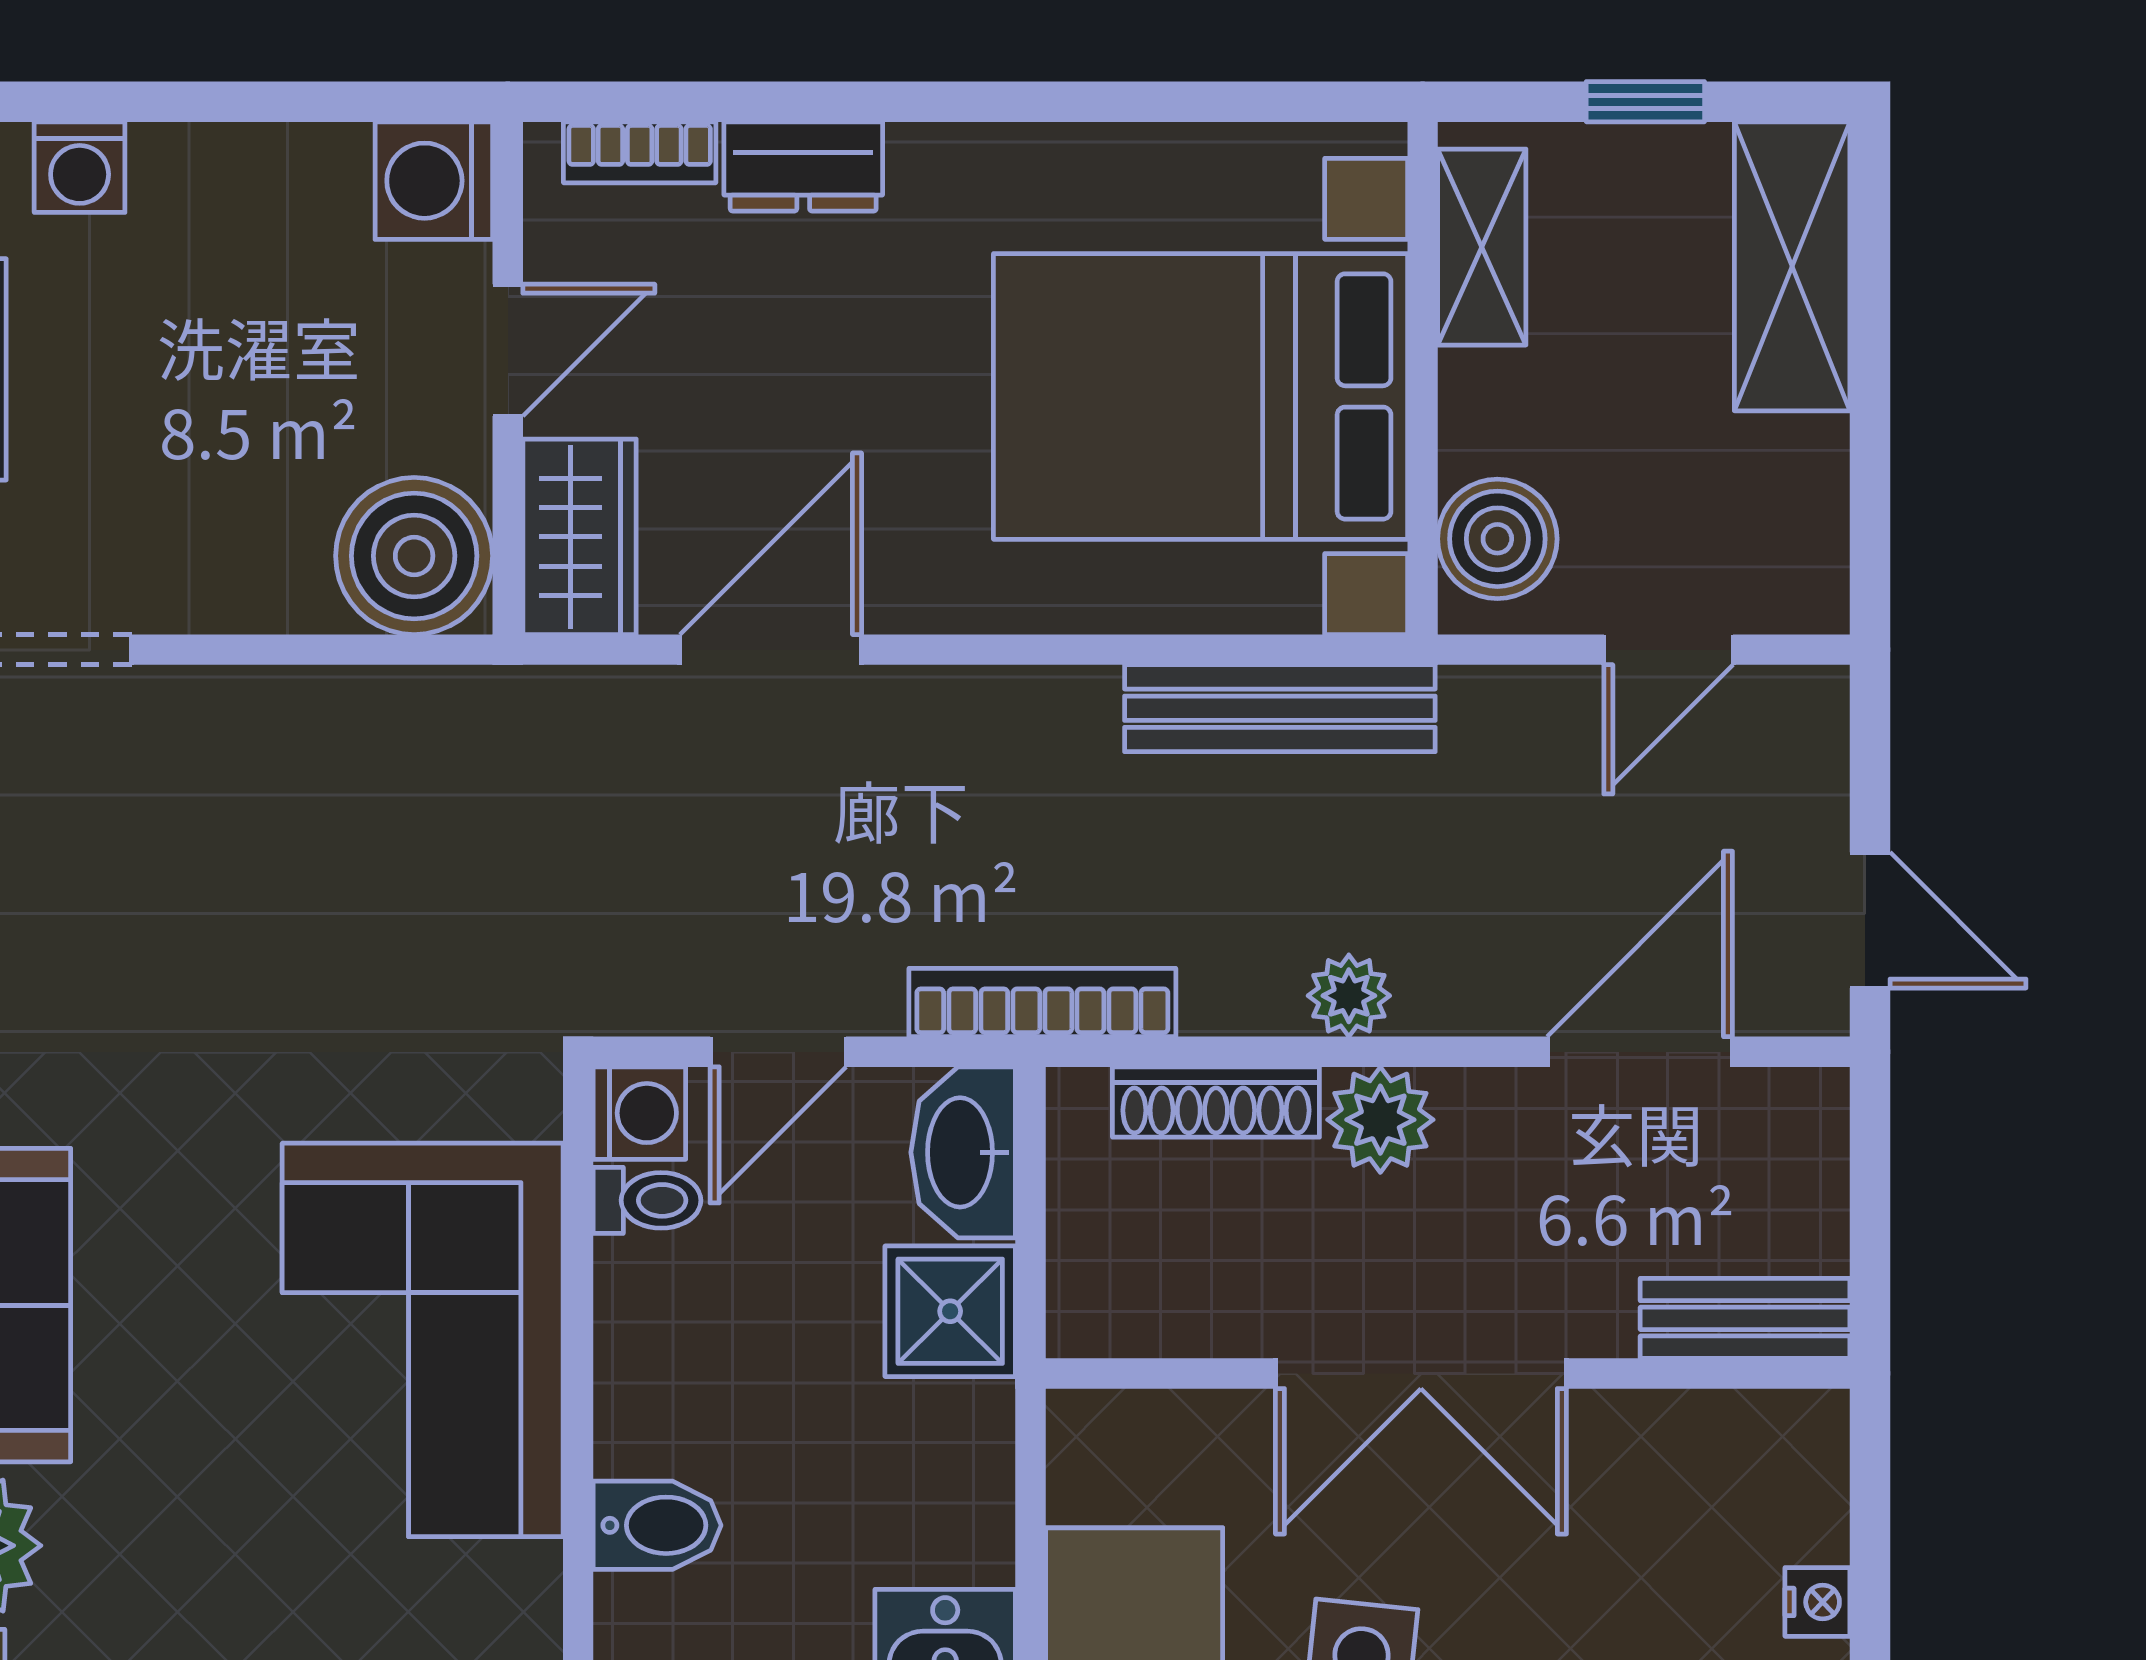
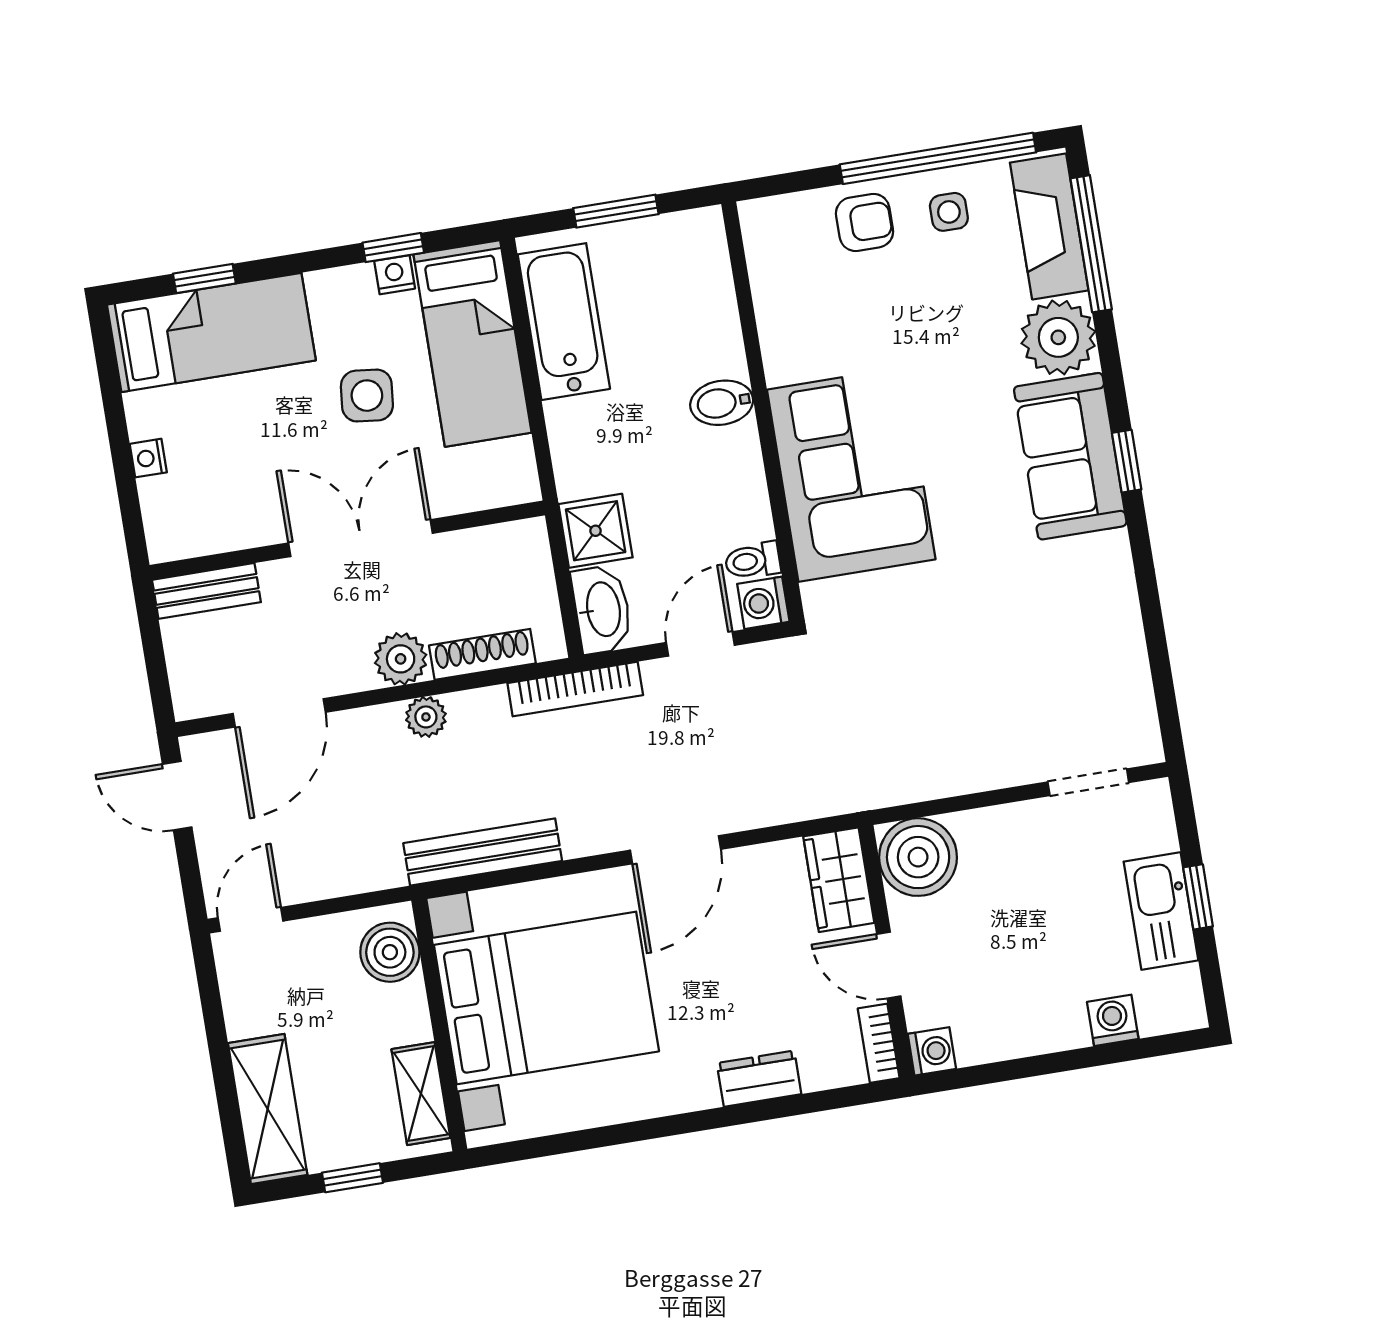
bookcase: (640, 152) -> (879, 1043), moved, turned -90
washing machine: (434, 181) -> (932, 1051), width x0.73, depth x0.73
door: (508, 350) -> (889, 965), hinge flipped
door: (771, 650) -> (675, 850), moved
door: (1668, 650) -> (251, 919), moved

